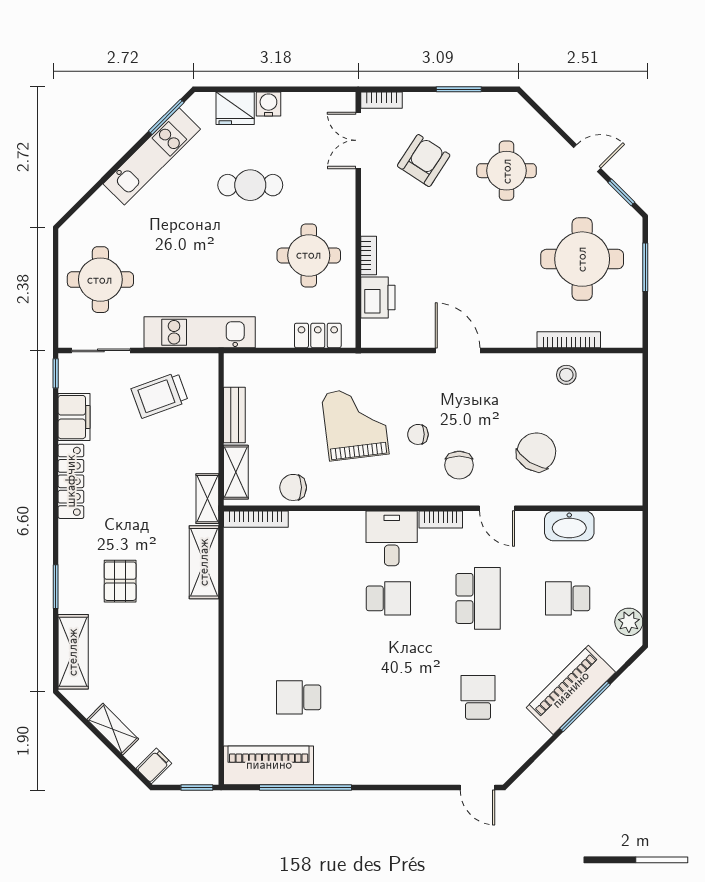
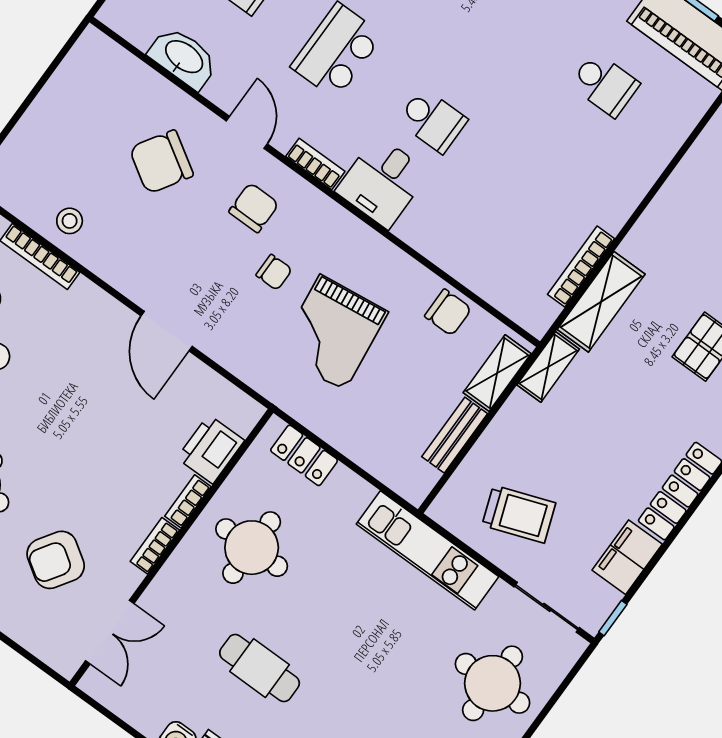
bookcase: (381, 100) -> (155, 546), moved, turned -90
bookcase: (256, 519) -> (581, 267), moved, turned -90
school desk: (388, 598) -> (432, 120), turned 180

